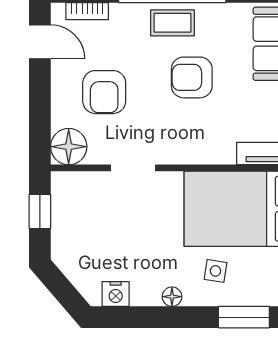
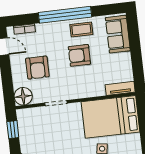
coffee table: (172, 23) -> (81, 29), moved

